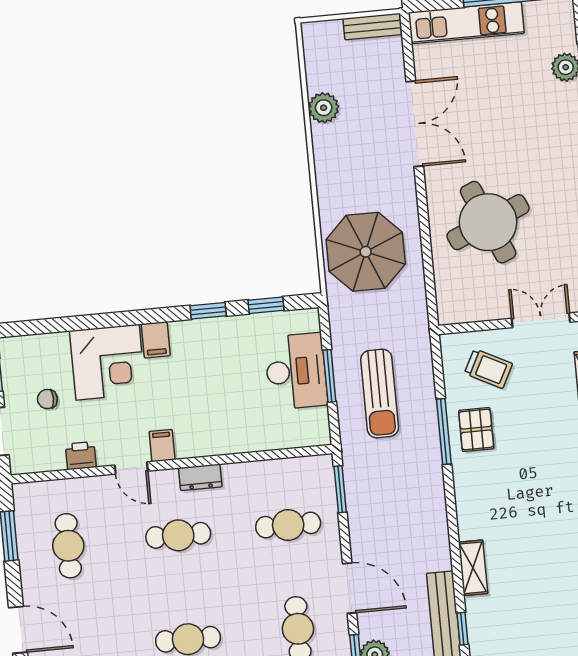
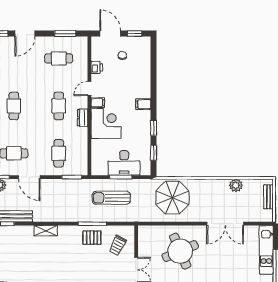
bench: (372, 27) -> (269, 197), moved
corner desk: (108, 362) -> (106, 124), moved, turned 180
shelving: (473, 568) -> (46, 231), moved
door: (350, 588) -> (29, 177), hinge flipped

